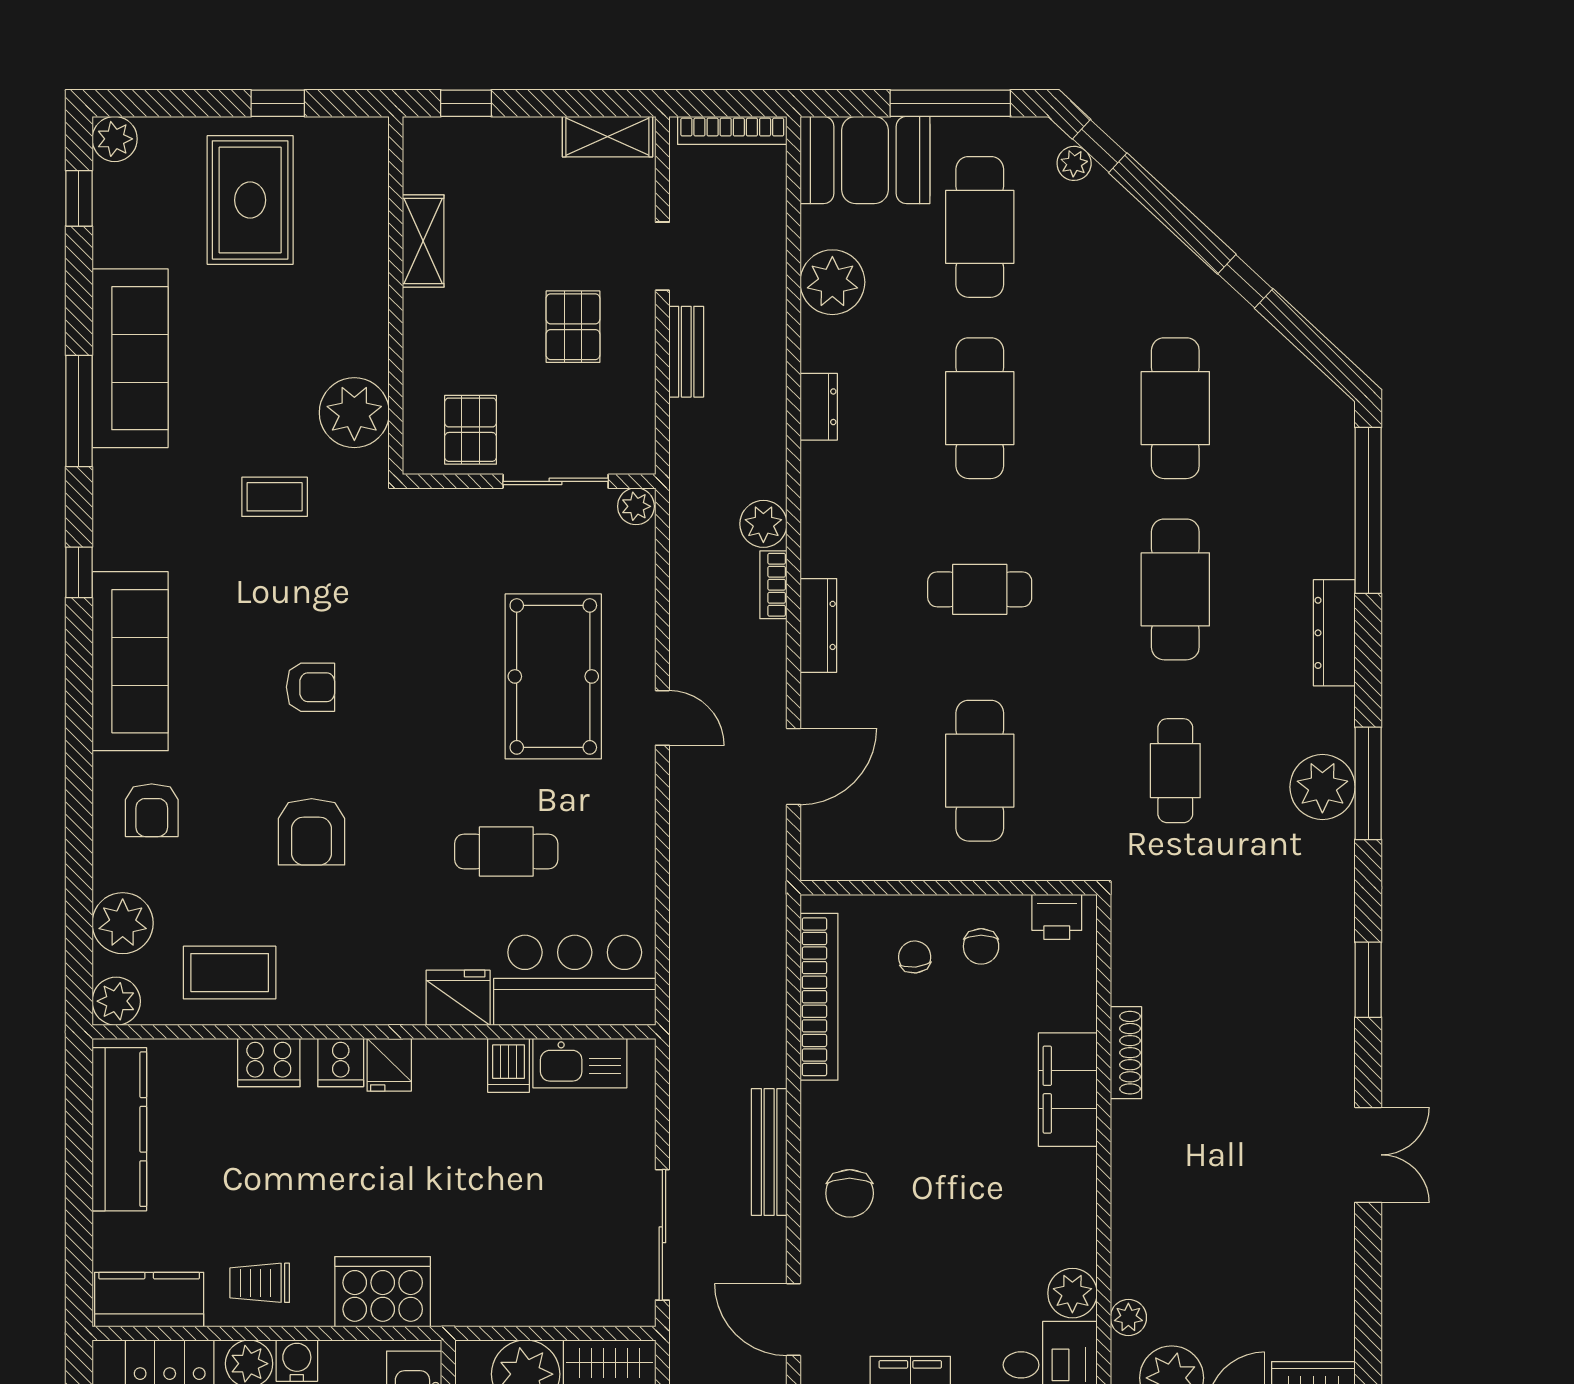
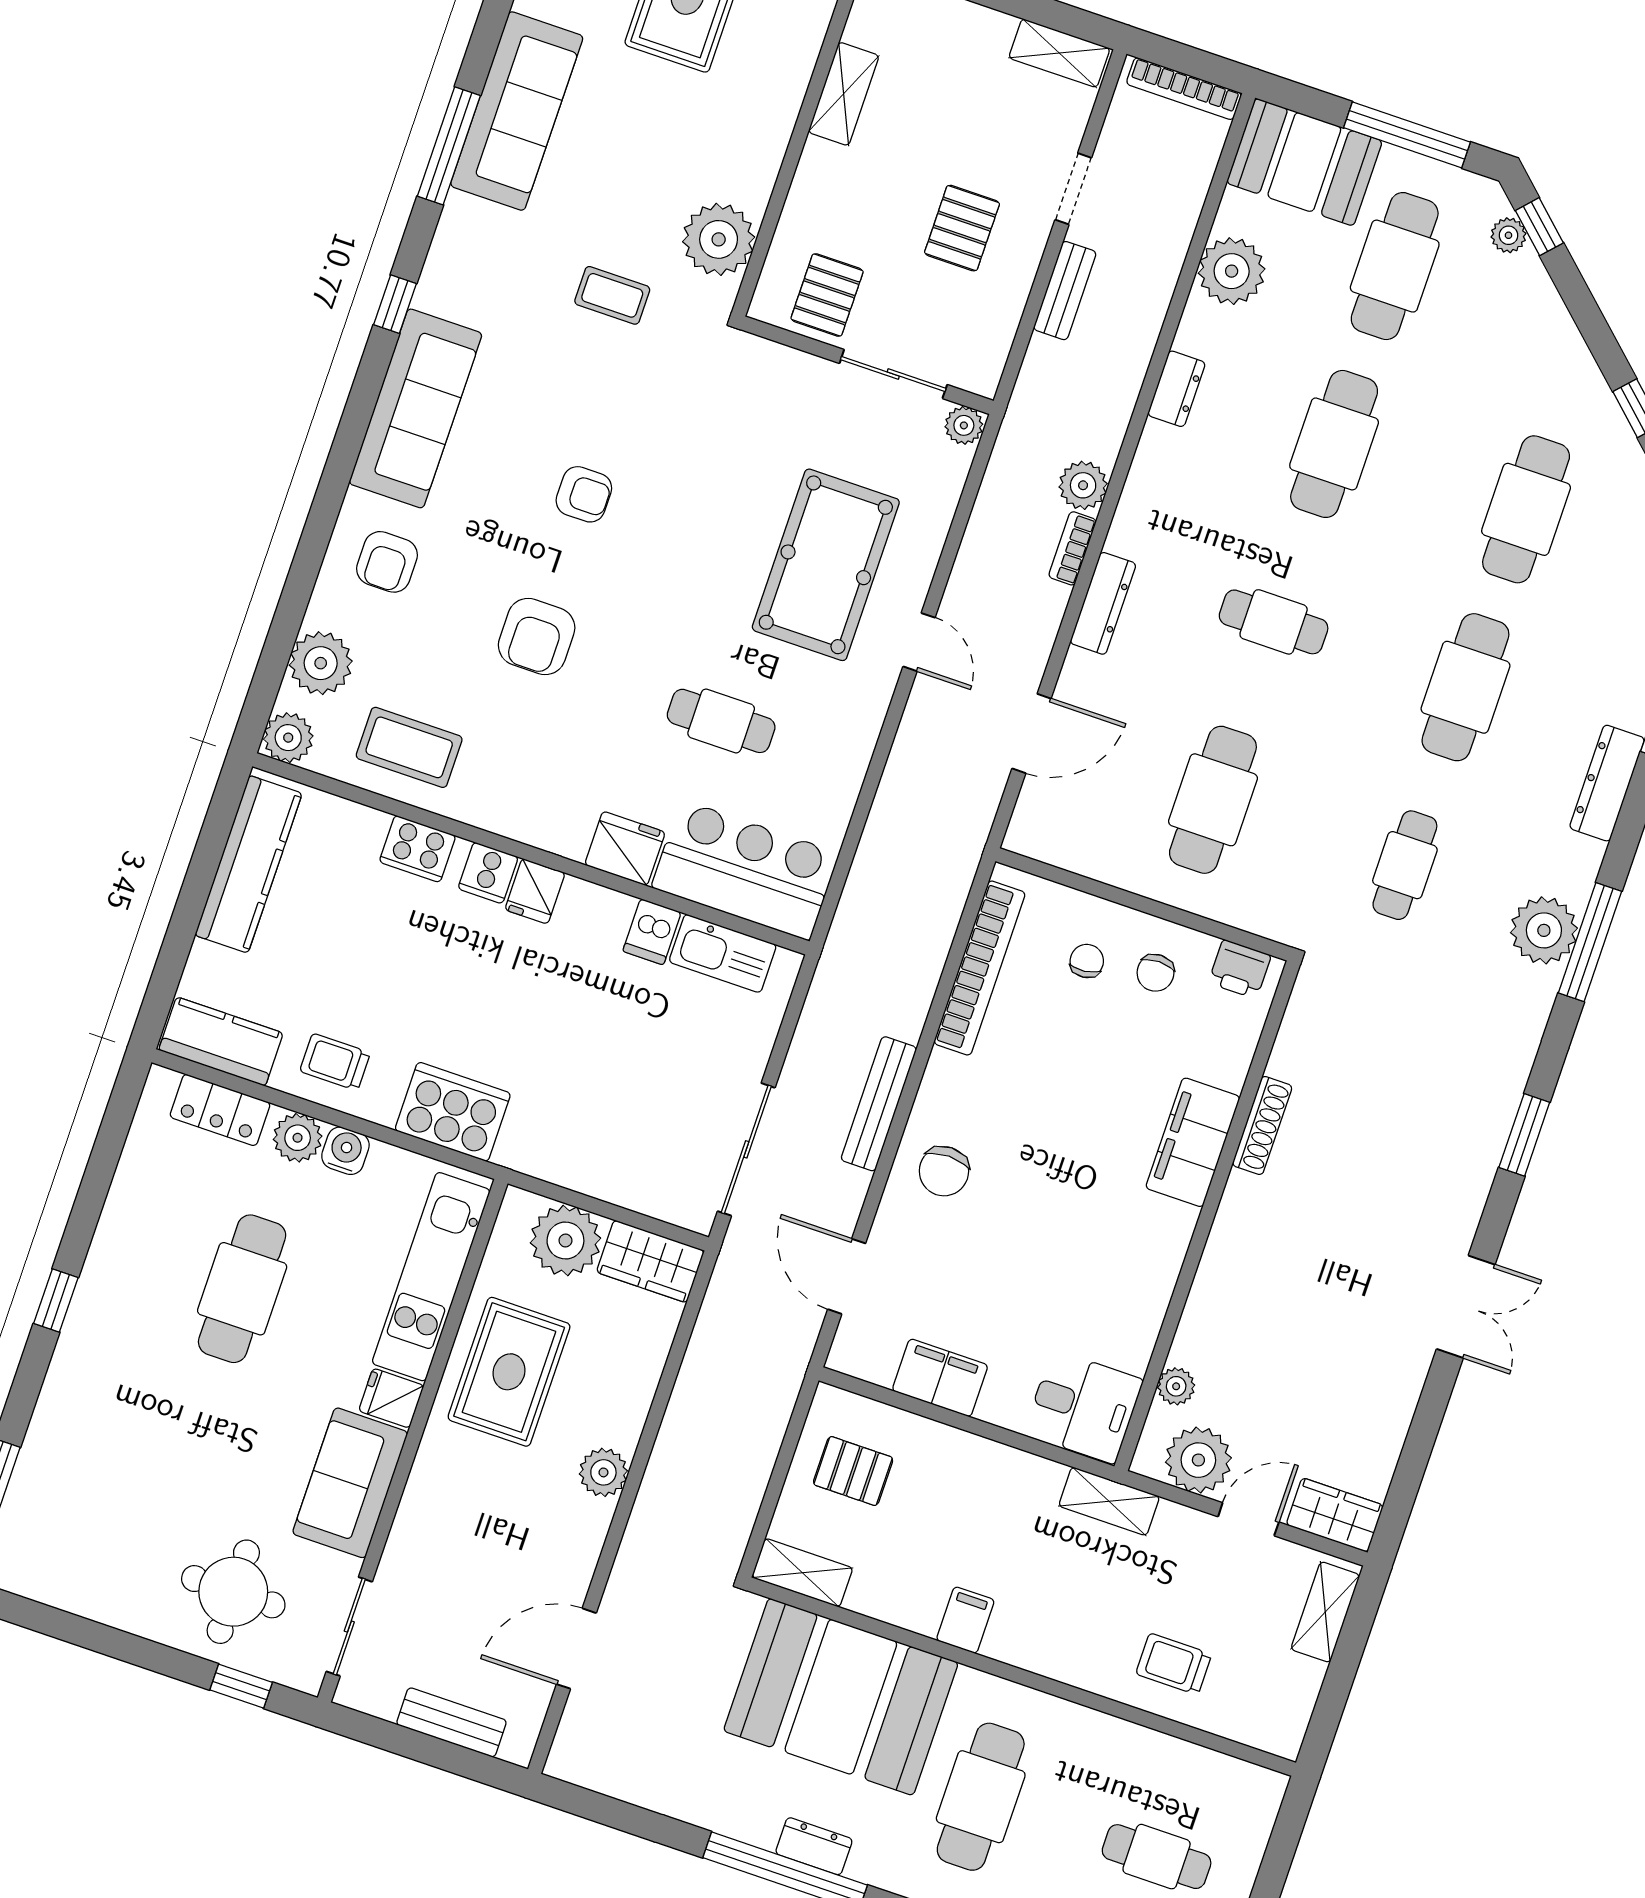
plant: (1072, 1293) -> (1129, 1344), removed

